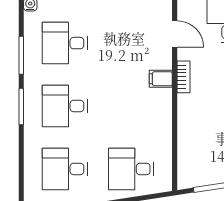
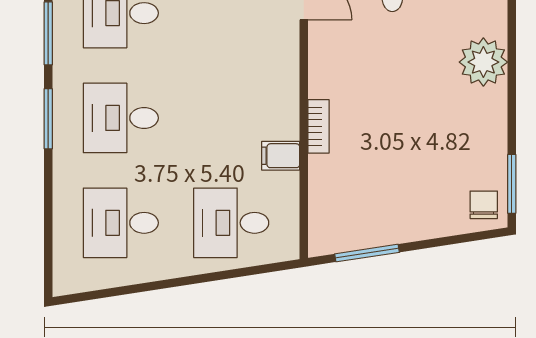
bookcase: (183, 77) -> (319, 126), moved
filing cabinet: (161, 79) -> (281, 156), moved

